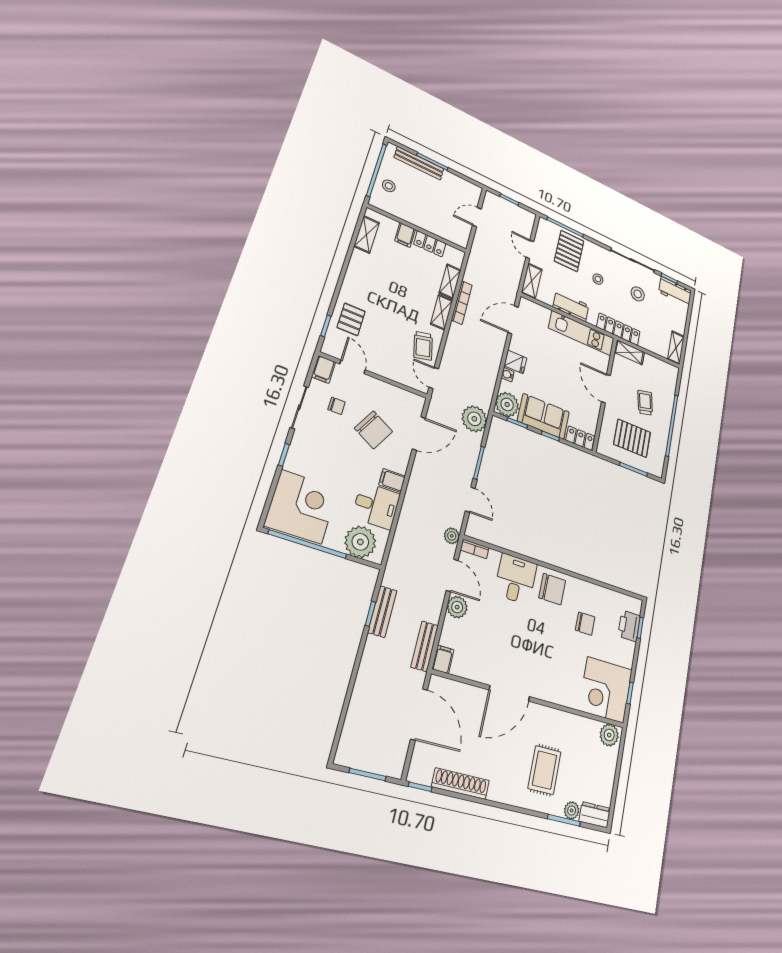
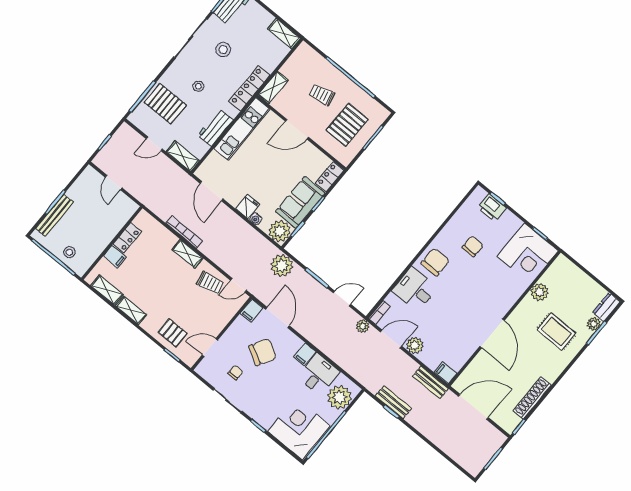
shelving: (450, 281) -> (131, 310), moved
filing cabinet: (324, 369) -> (252, 311), moved, turned 90
plant: (609, 735) -> (540, 292), moved

